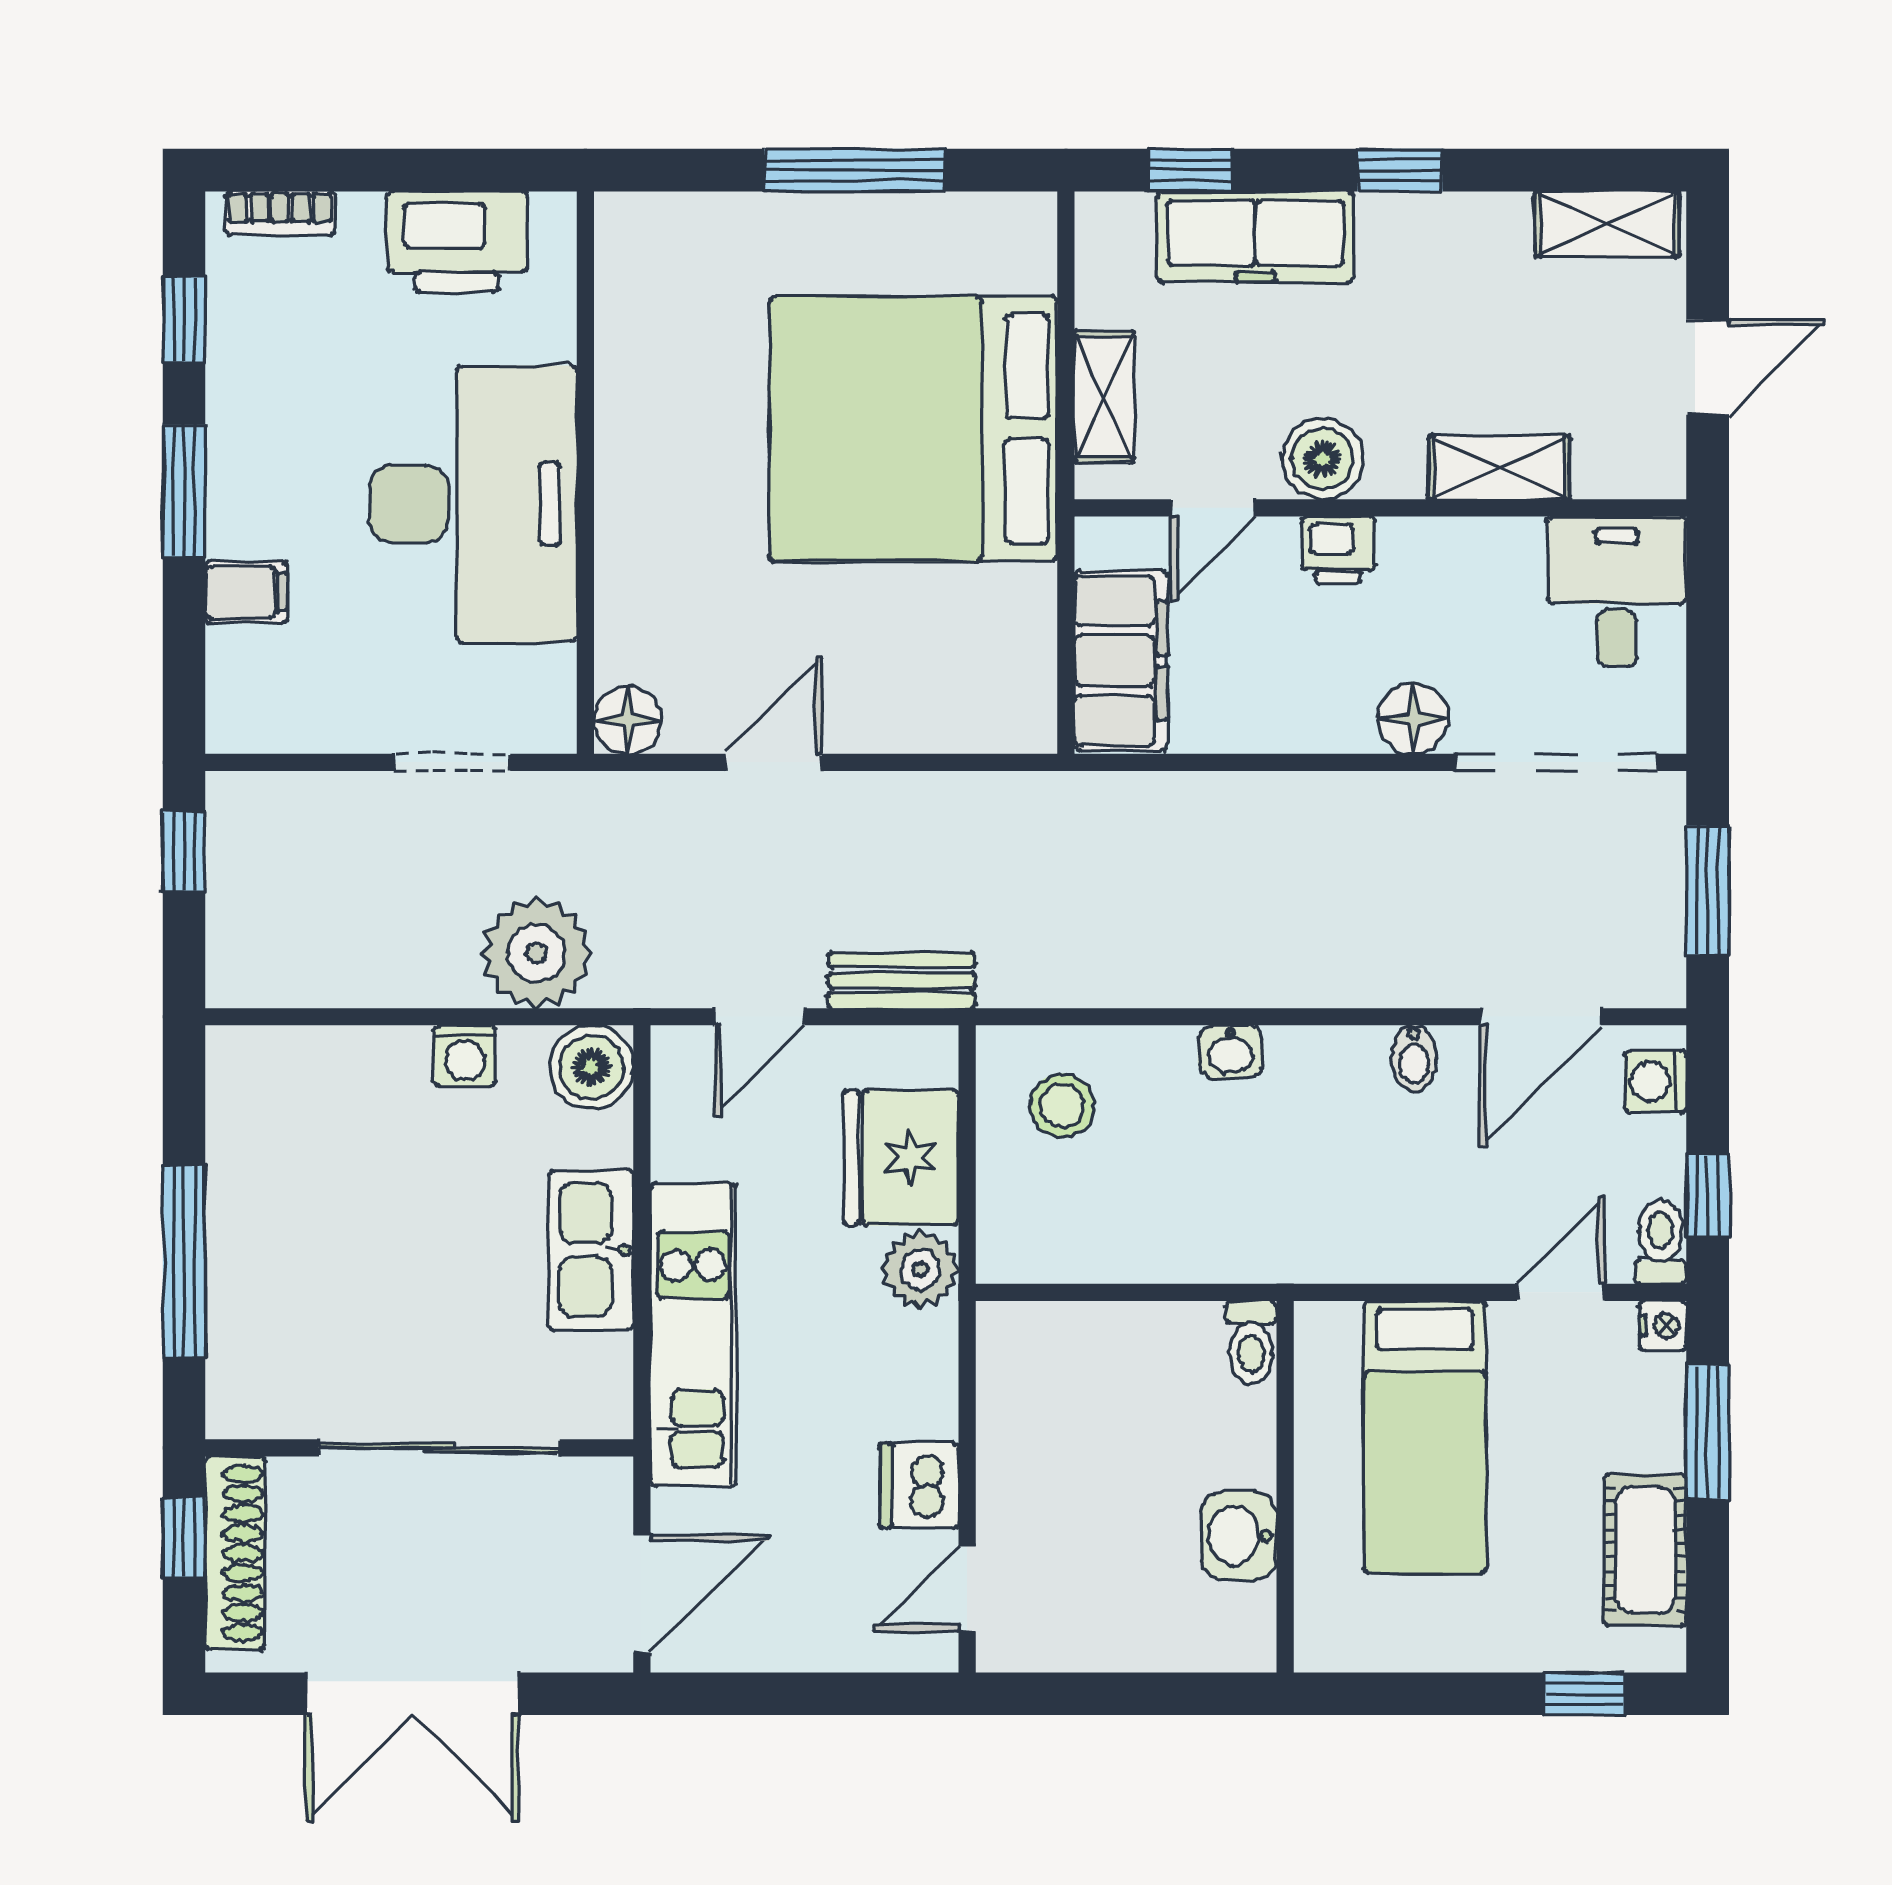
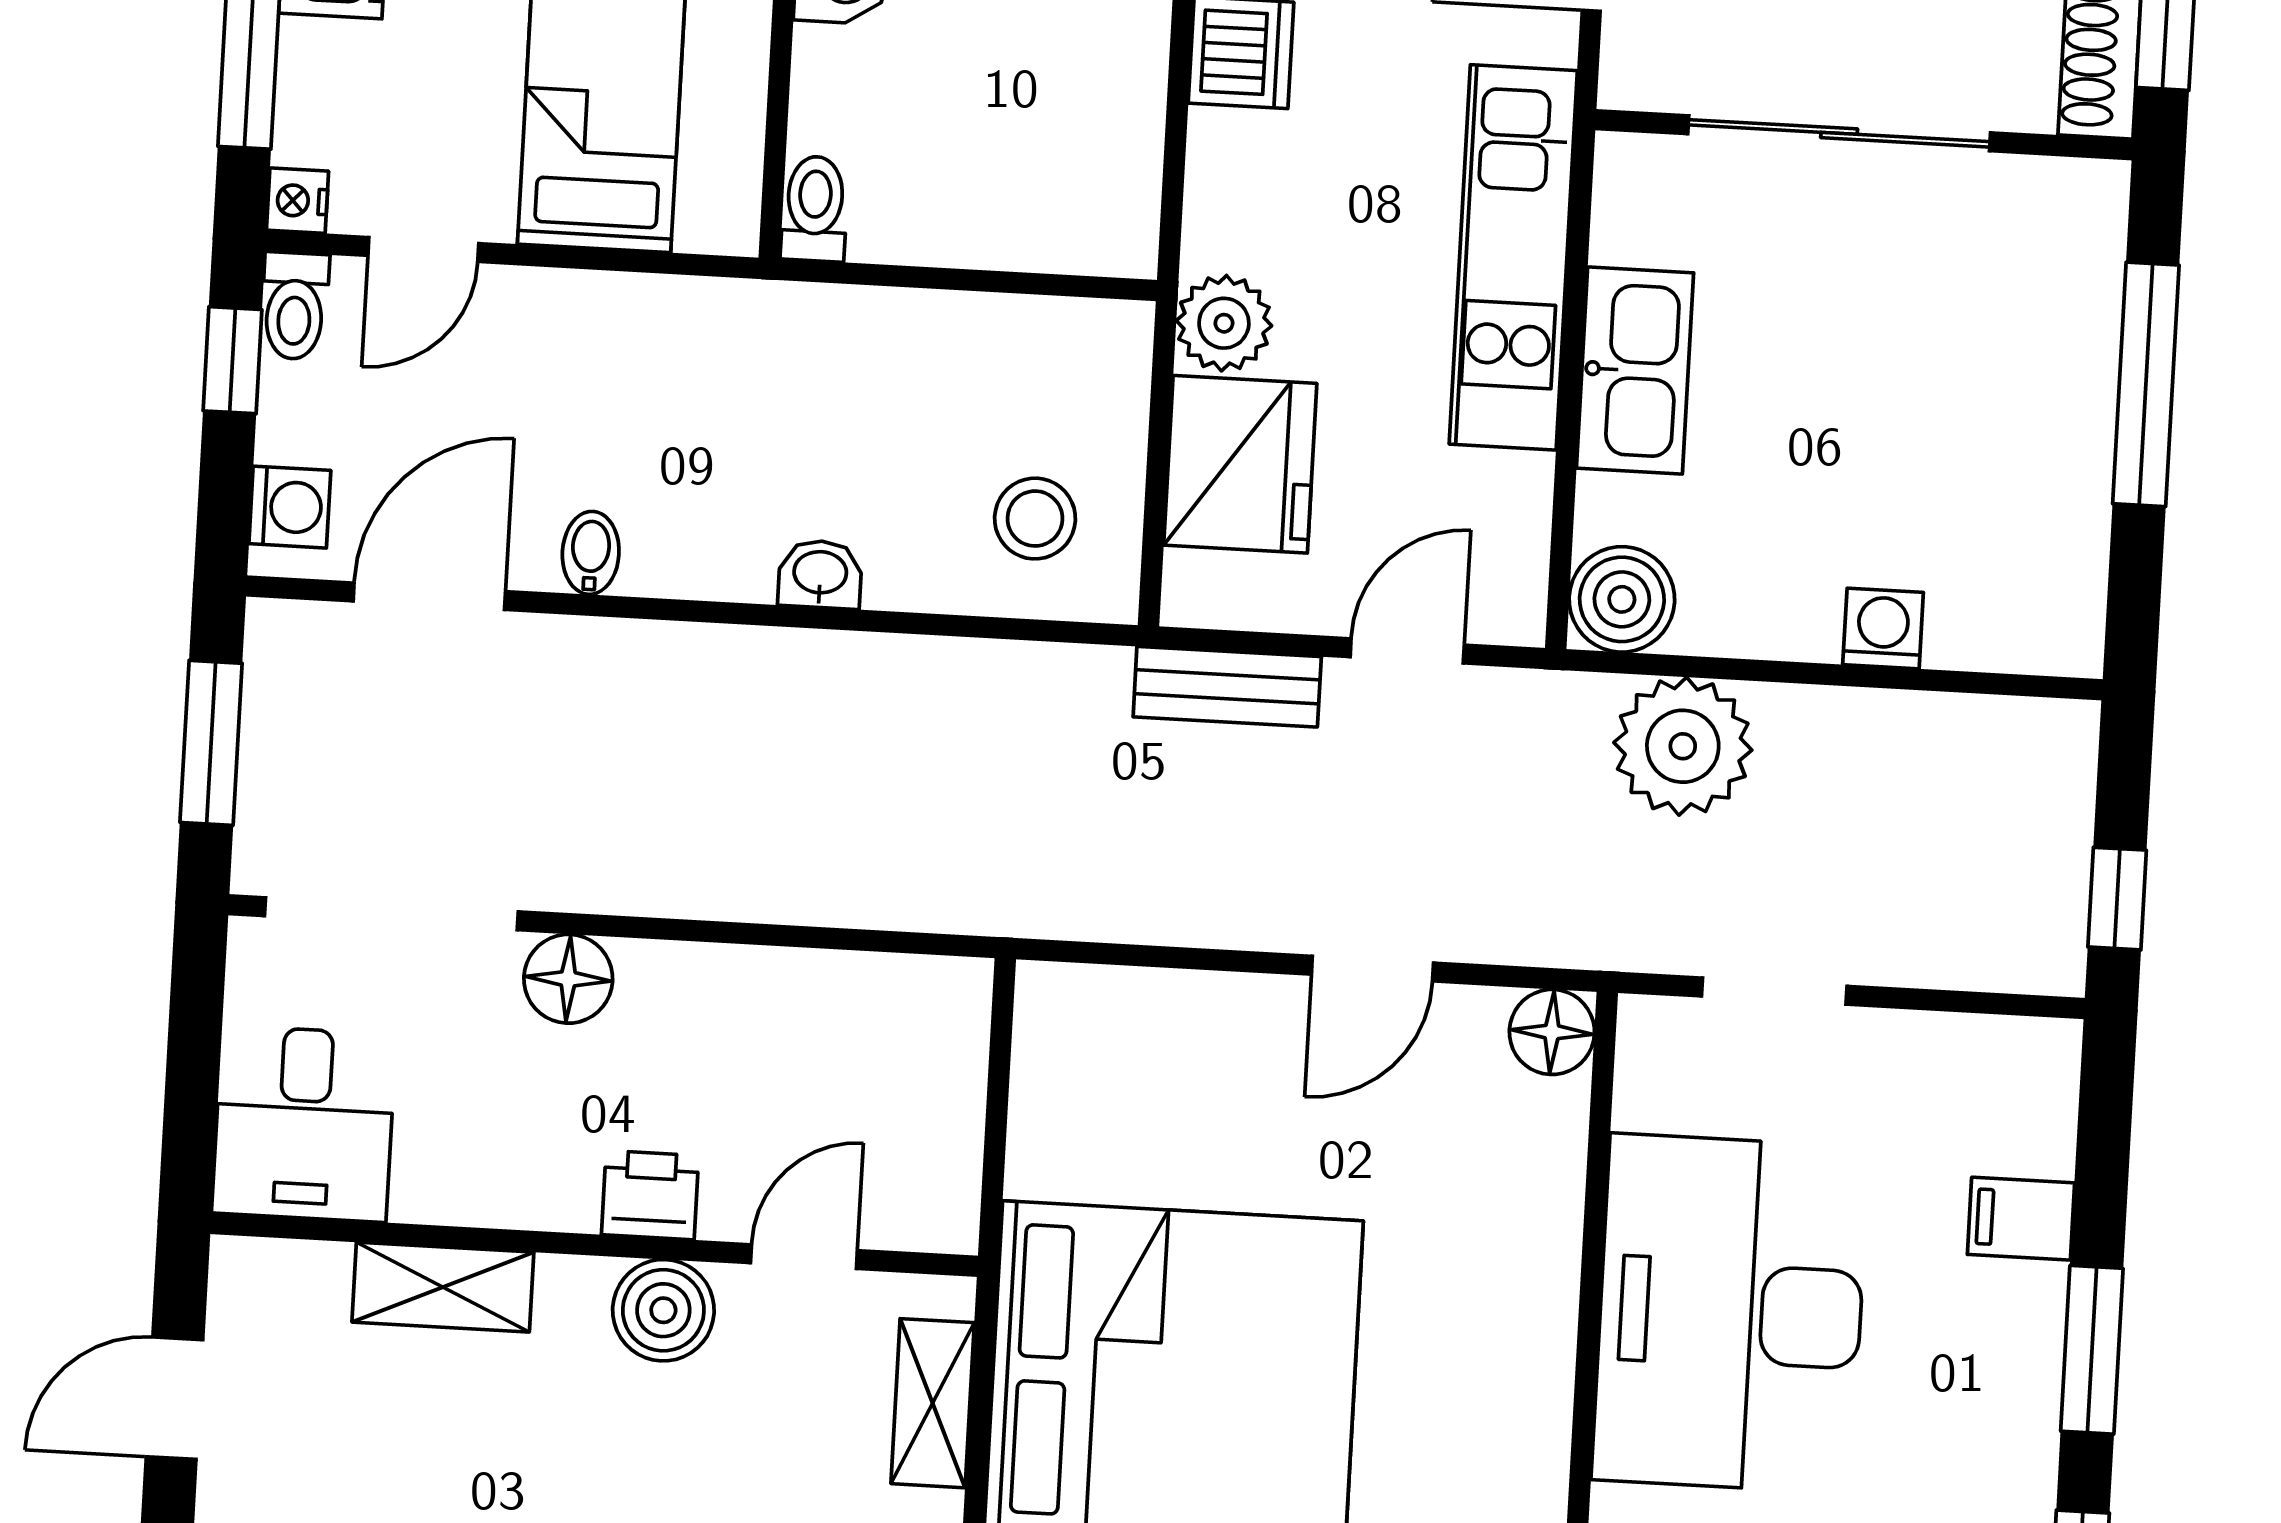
filing cabinet: (1121, 660) -> (930, 1072), removed
washing machine: (465, 1056) -> (1883, 629), moved

